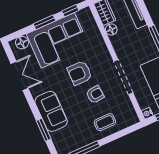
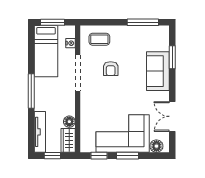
armchair: (80, 73) -> (116, 95), removed
armchair: (95, 95) -> (111, 69), turned -84
nightstand: (147, 113) -> (70, 43), moved
coffee table: (105, 122) -> (99, 39), moved

